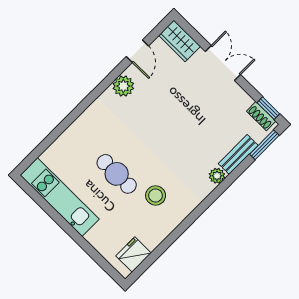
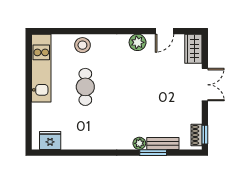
window: (264, 145) -> (153, 153), moved
stool: (156, 195) -> (82, 45), moved

